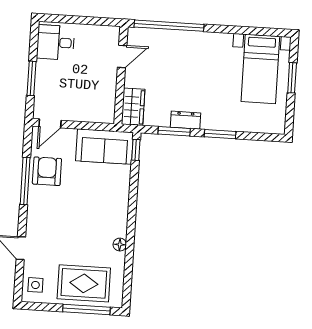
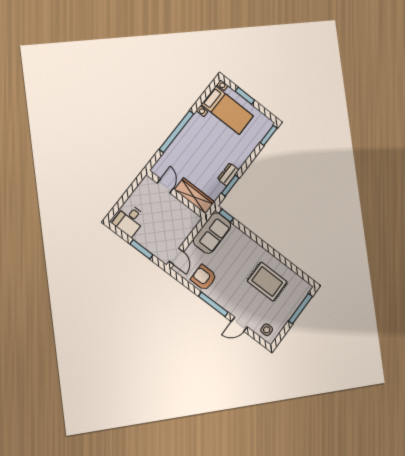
window: (169, 26) -> (177, 132), moved
wardrobe: (133, 107) -> (195, 196), width x1.50
window: (220, 134) -> (269, 135), moved
window: (25, 181) -> (213, 304), moved
floor lamp: (120, 245) -> (276, 263), removed
rug: (84, 283) -> (267, 282), moved, turned 90

